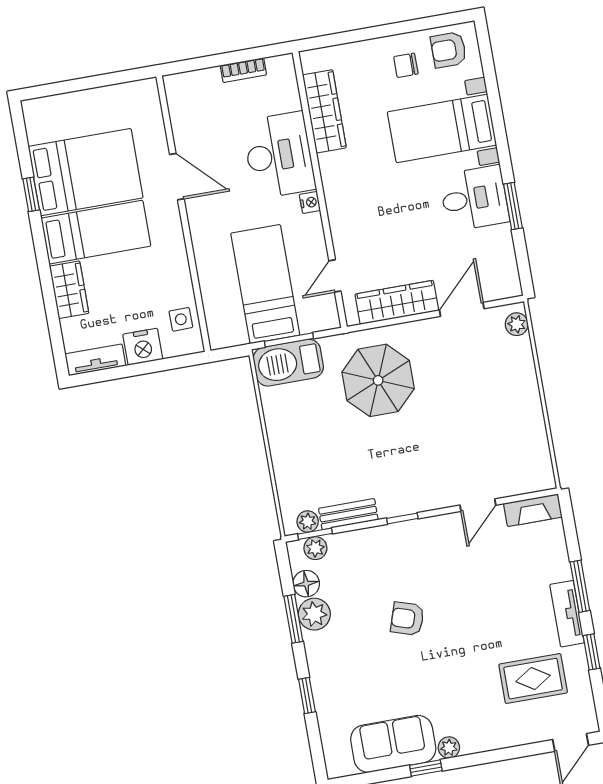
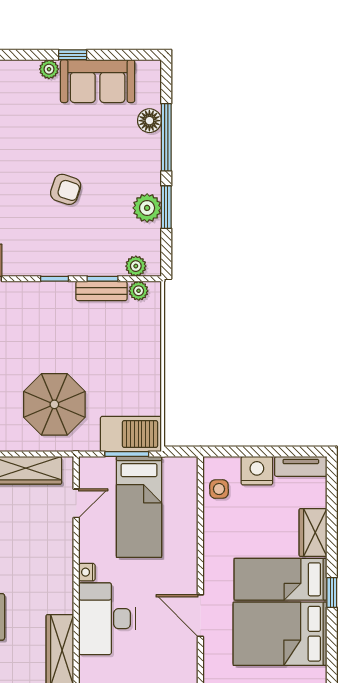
window: (31, 194) -> (332, 593), moved
window: (315, 534) -> (103, 279), moved
floor lamp: (306, 584) -> (149, 121), moved
window: (307, 696) -> (166, 137), width x2.17

